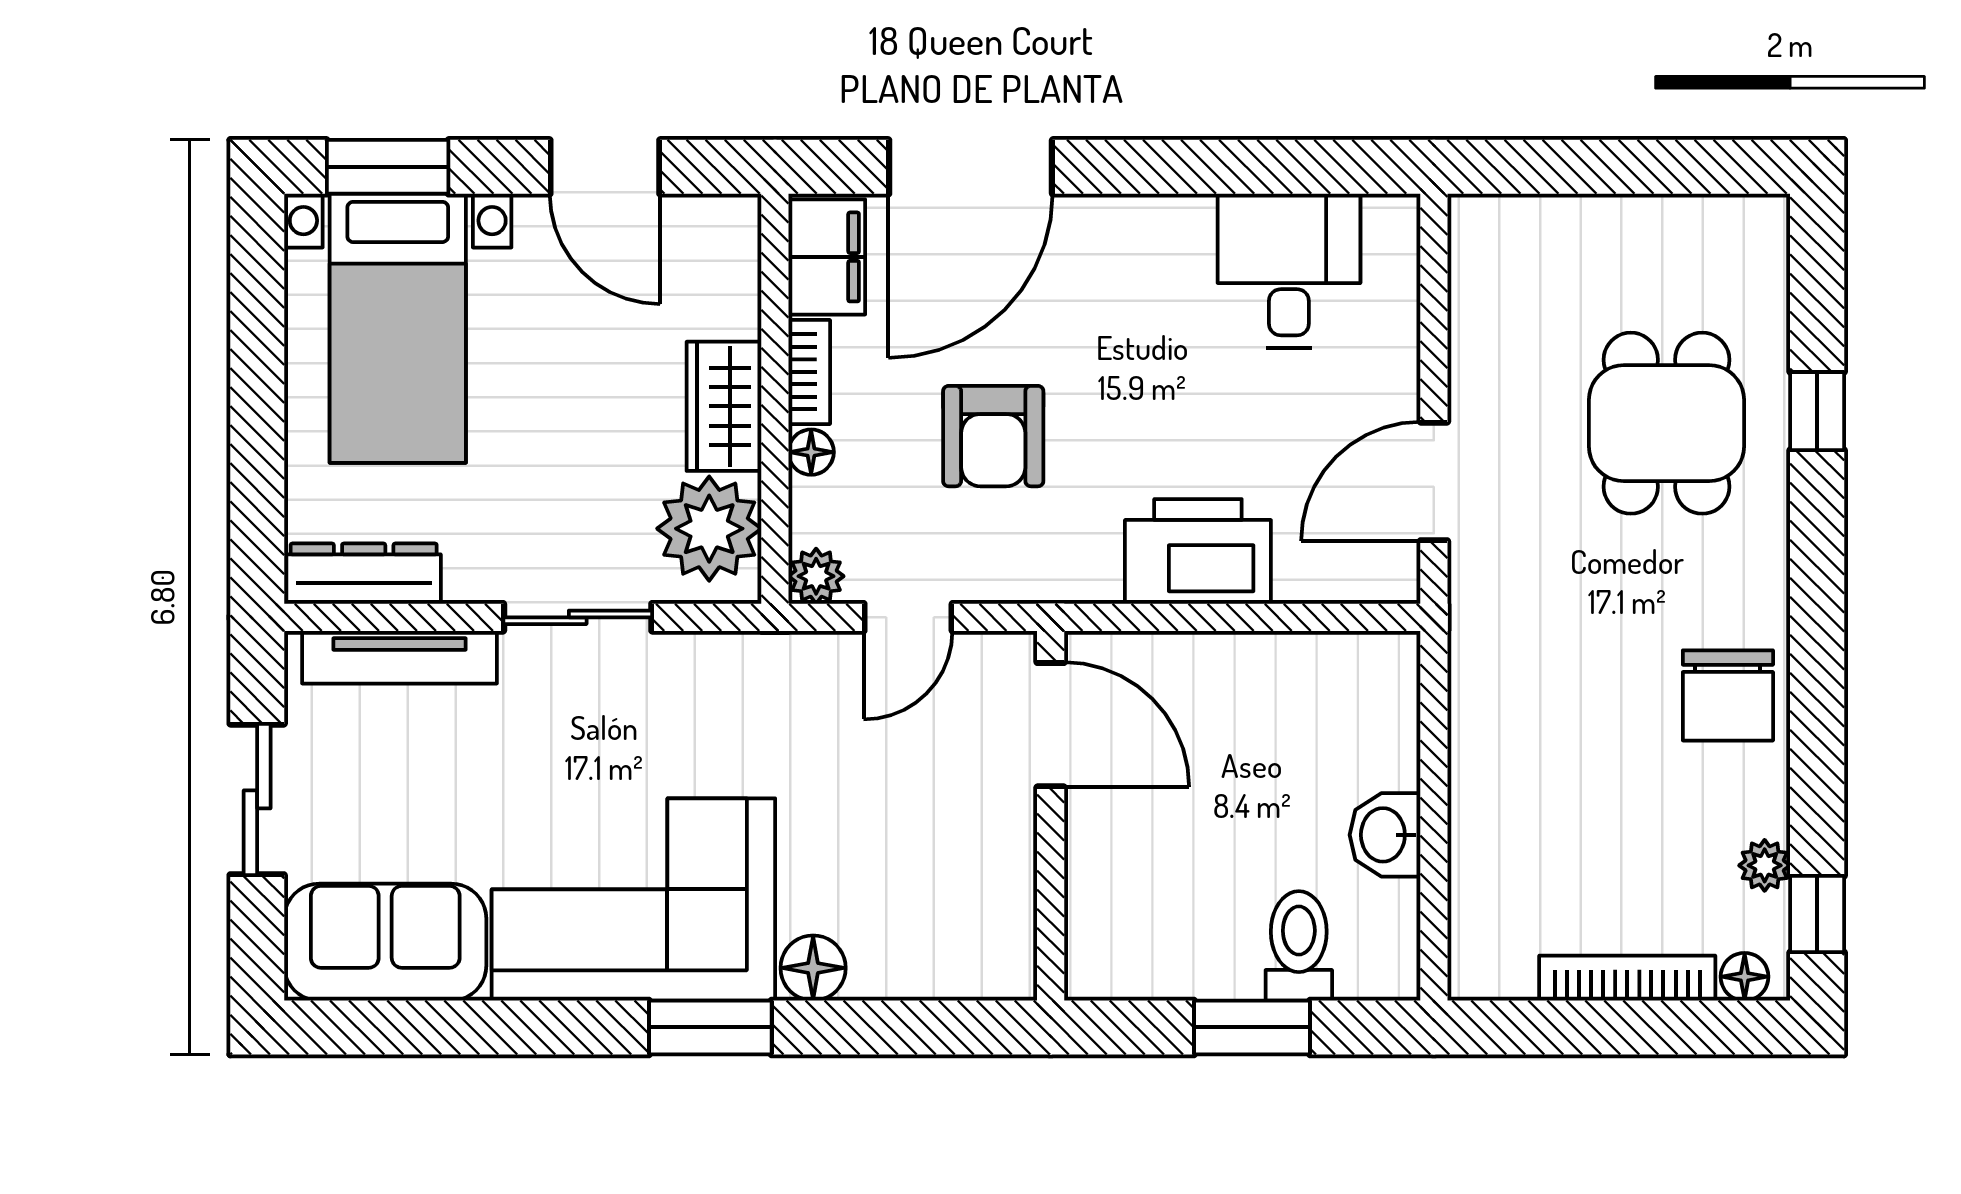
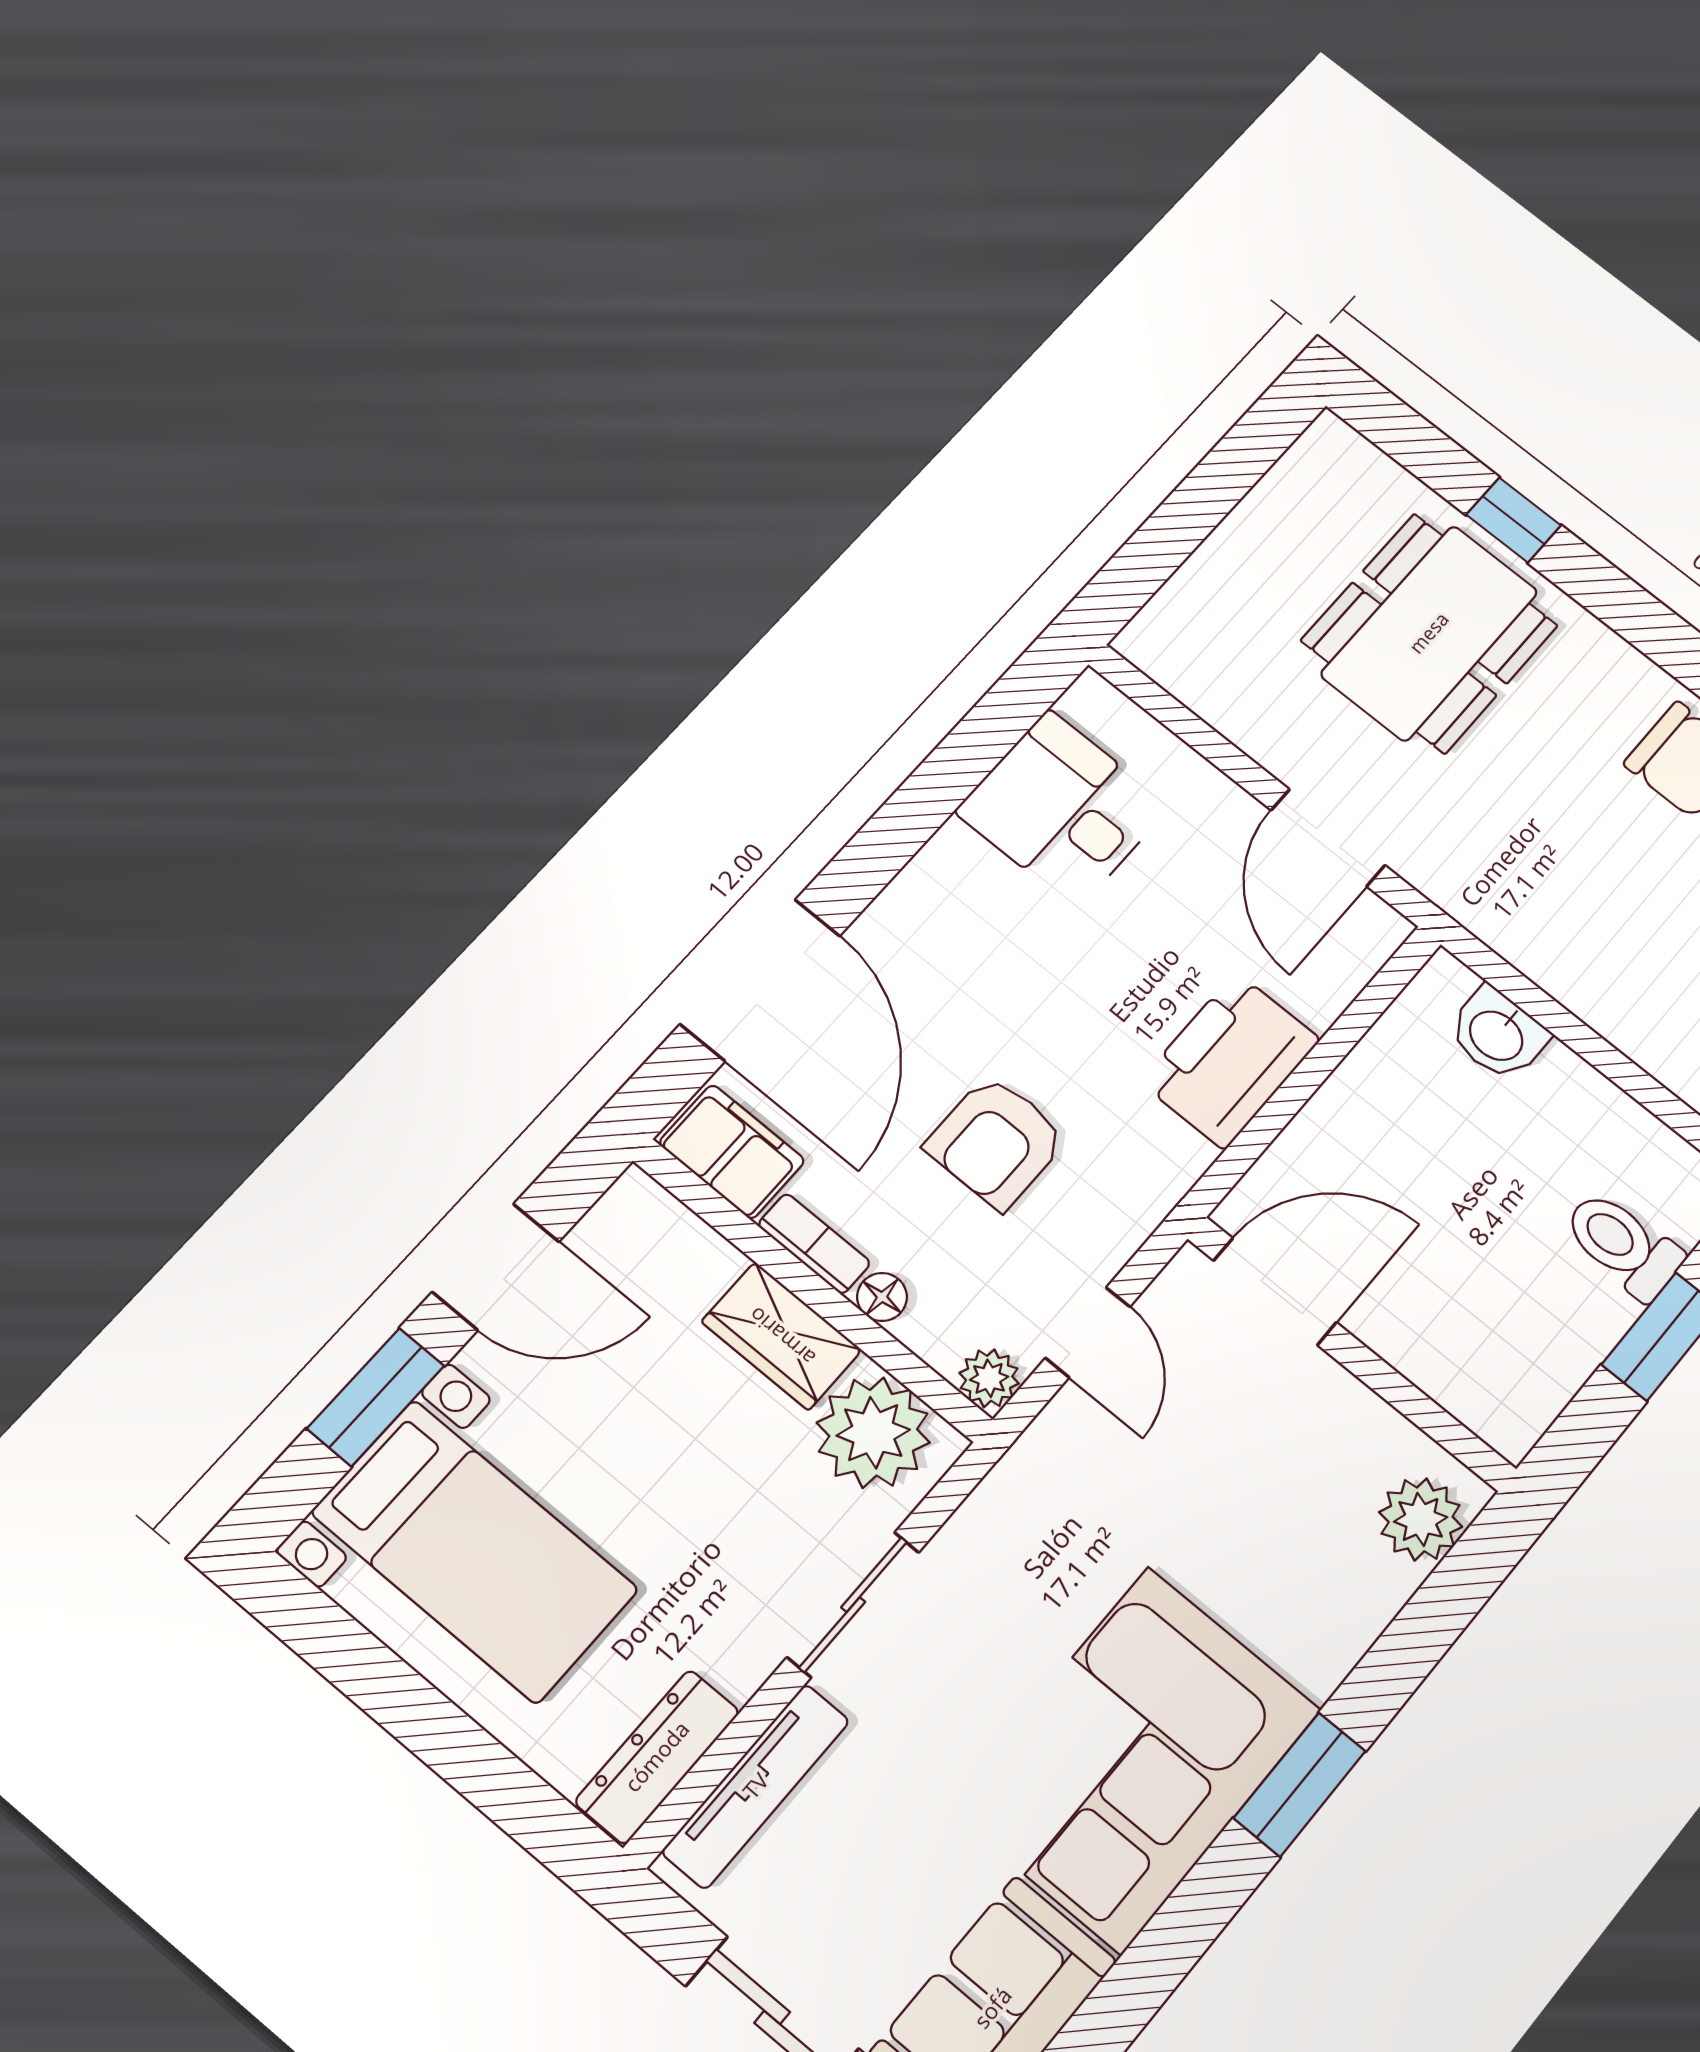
window: (388, 167) -> (376, 1397), moved
dining table: (1666, 423) -> (1429, 633), width x1.38
armchair: (993, 436) -> (996, 1142), turned 90
washbasin: (1385, 835) -> (1498, 1034), moved
plant: (970, 962) -> (1421, 1519), added
floor lamp: (813, 968) -> (1319, 1655), removed

